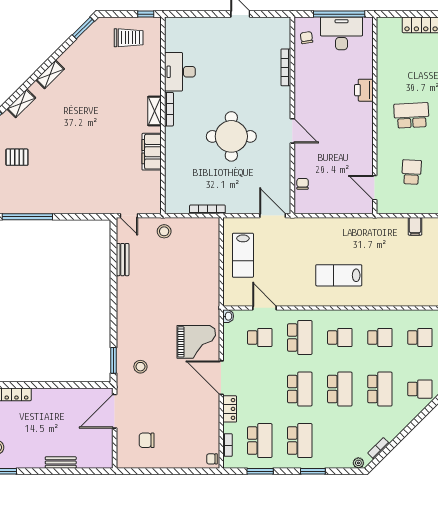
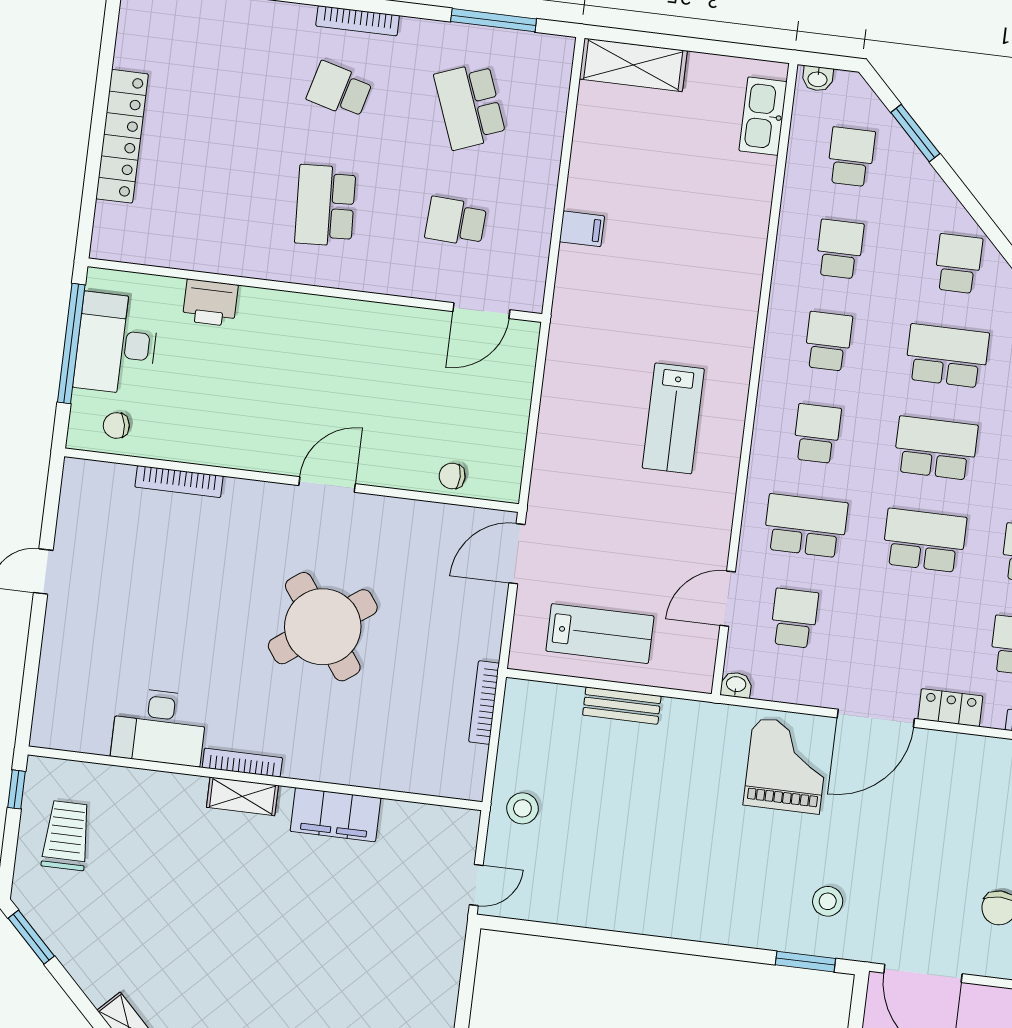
printer: (364, 90) -> (210, 303), moved
round table: (231, 136) -> (323, 627), turned -36
bench: (123, 260) -> (622, 706), moved

